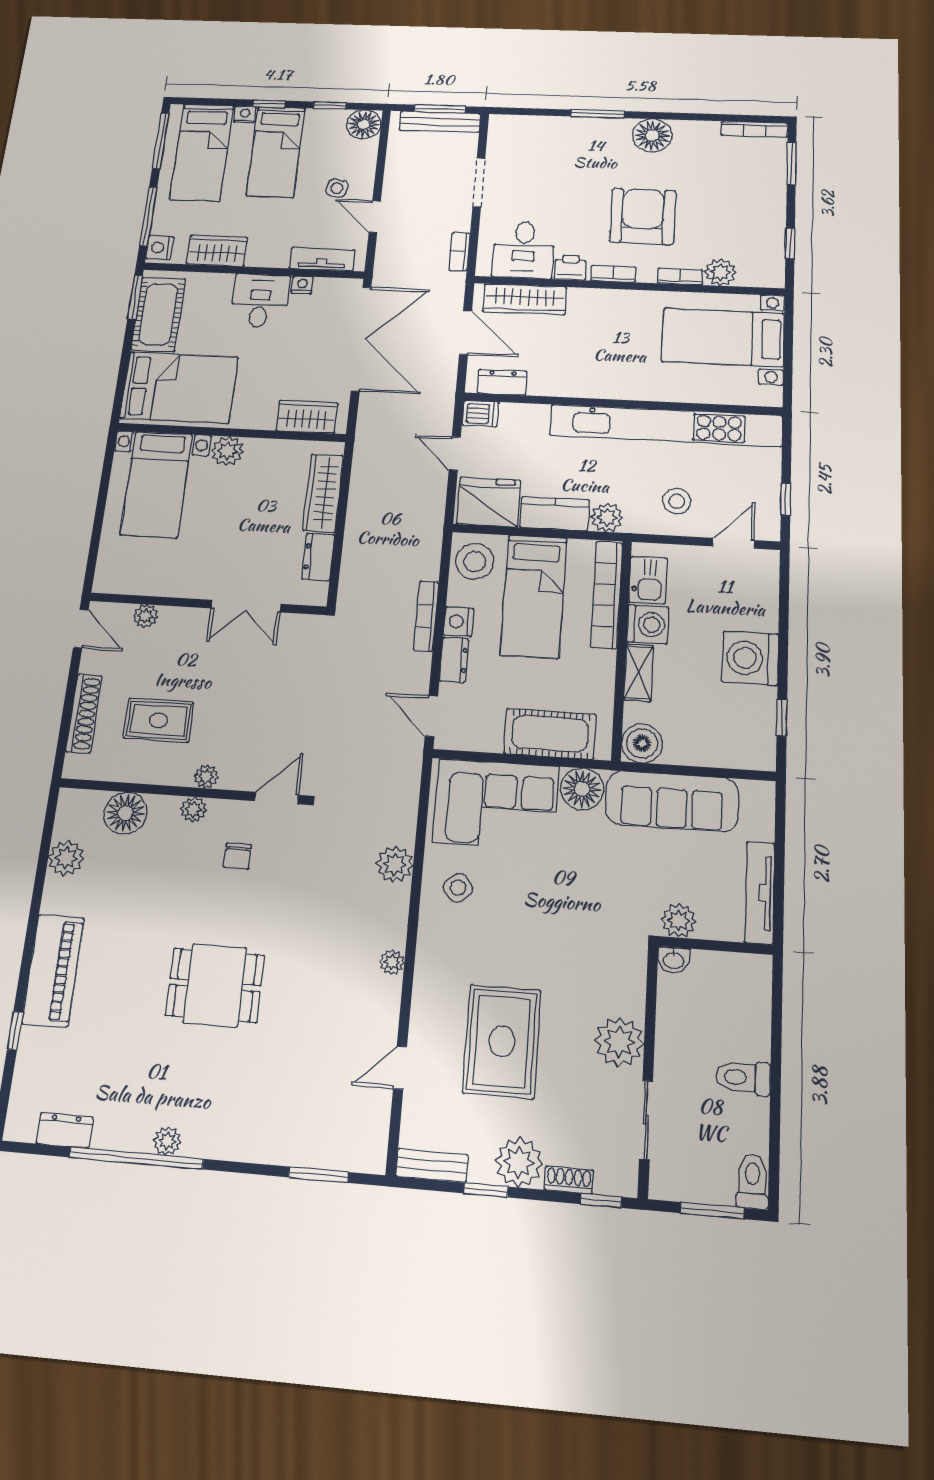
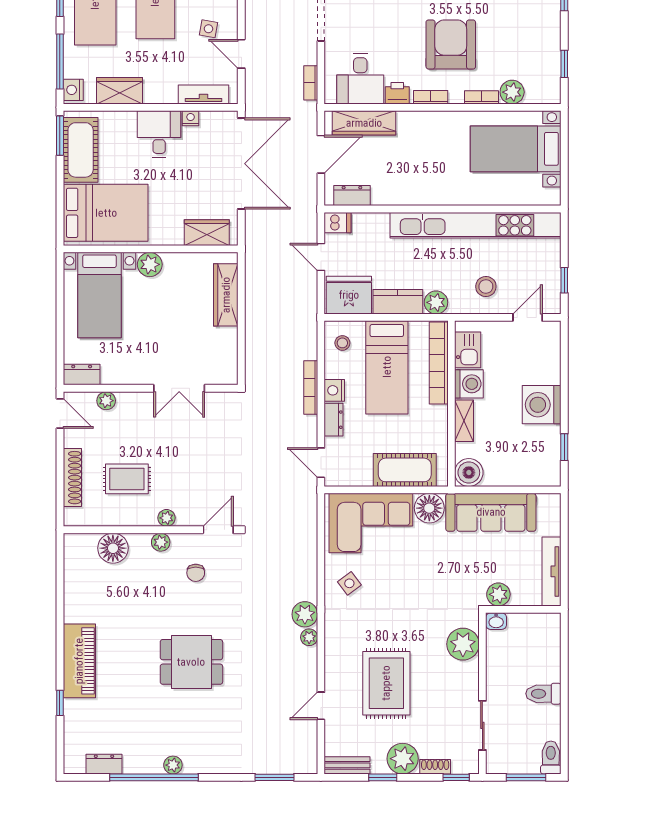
door: (466, 333) -> (321, 154), hinge flipped
dresser: (318, 557) -> (82, 375), moved, turned 90
stool: (475, 561) -> (342, 343), width x0.53, depth x0.53
plant: (66, 858) -> (76, 583), removed
plant: (395, 864) -> (305, 614), moved
plant: (619, 1042) -> (463, 644), moved

